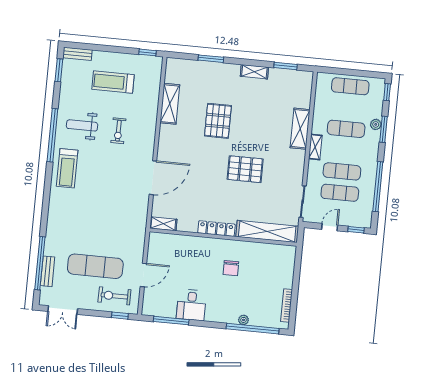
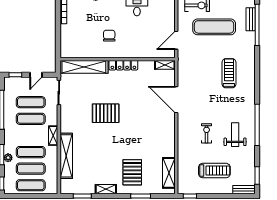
shelving: (170, 104) -> (169, 173), moved
exercise mat: (348, 108) -> (31, 169), added
pallet: (218, 121) -> (132, 172), moved
weight bench: (82, 125) -> (235, 135), turned -90
shelving: (300, 129) -> (66, 156), width x1.47
treadmill: (67, 168) -> (229, 73), moved
door: (153, 178) -> (176, 100), hinge flipped
door: (143, 275) -> (176, 40), moved

